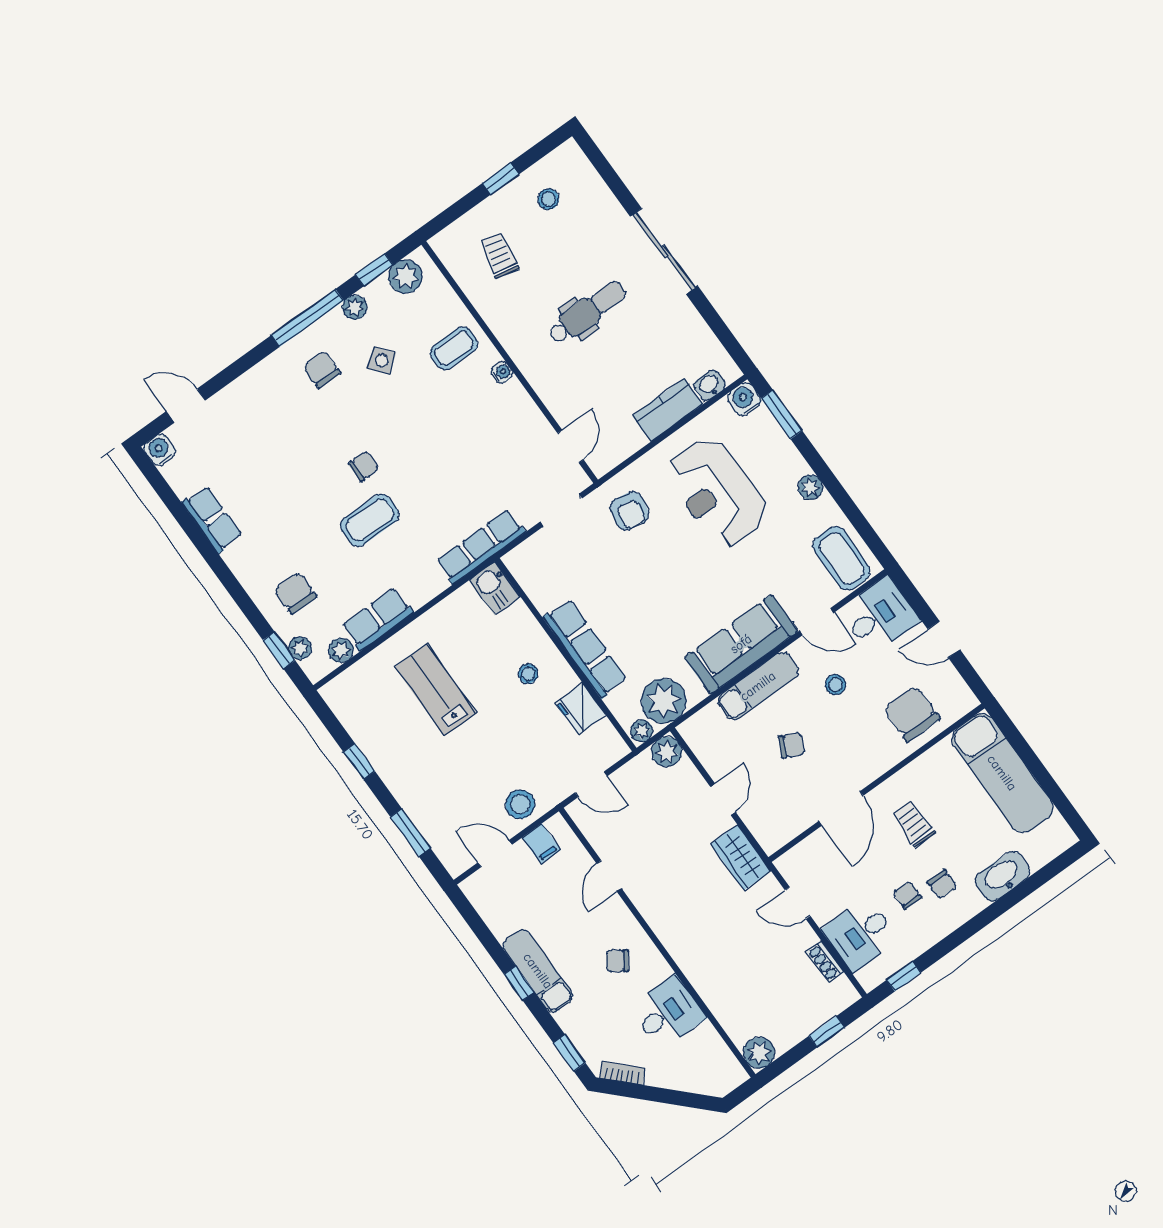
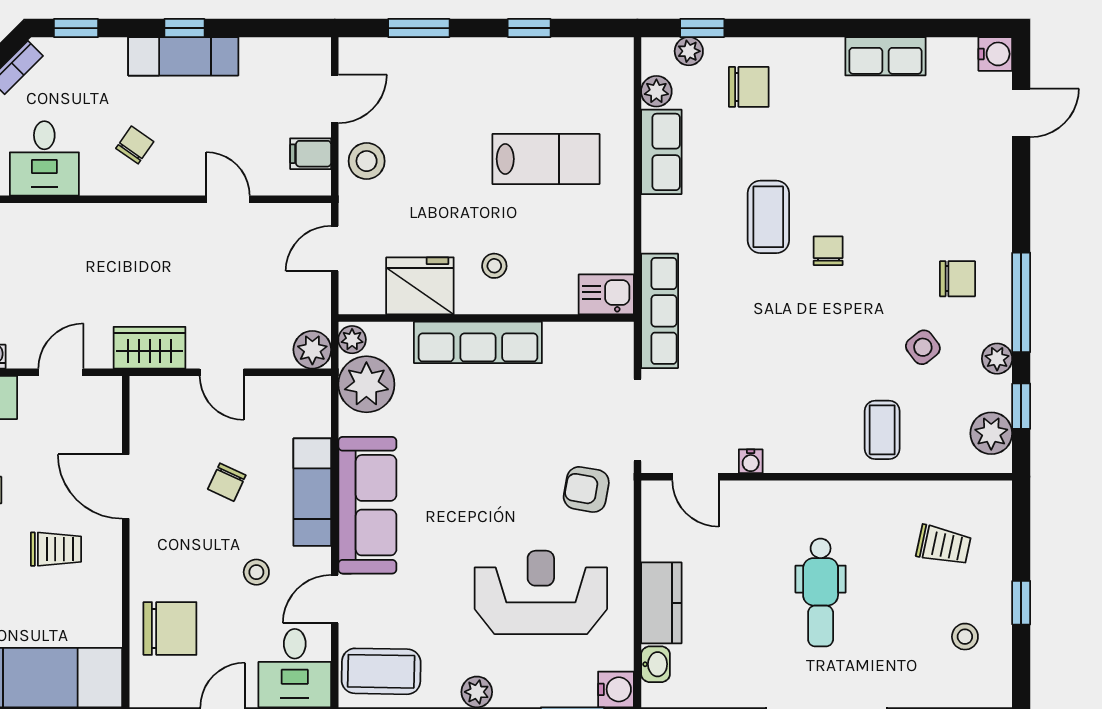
water cooler: (502, 372) -> (751, 461), moved
chair: (364, 466) -> (828, 251), turned 180
doorway: (561, 510) -> (637, 420), width x1.38
fridge: (580, 709) -> (420, 286), width x1.36, depth x1.34

